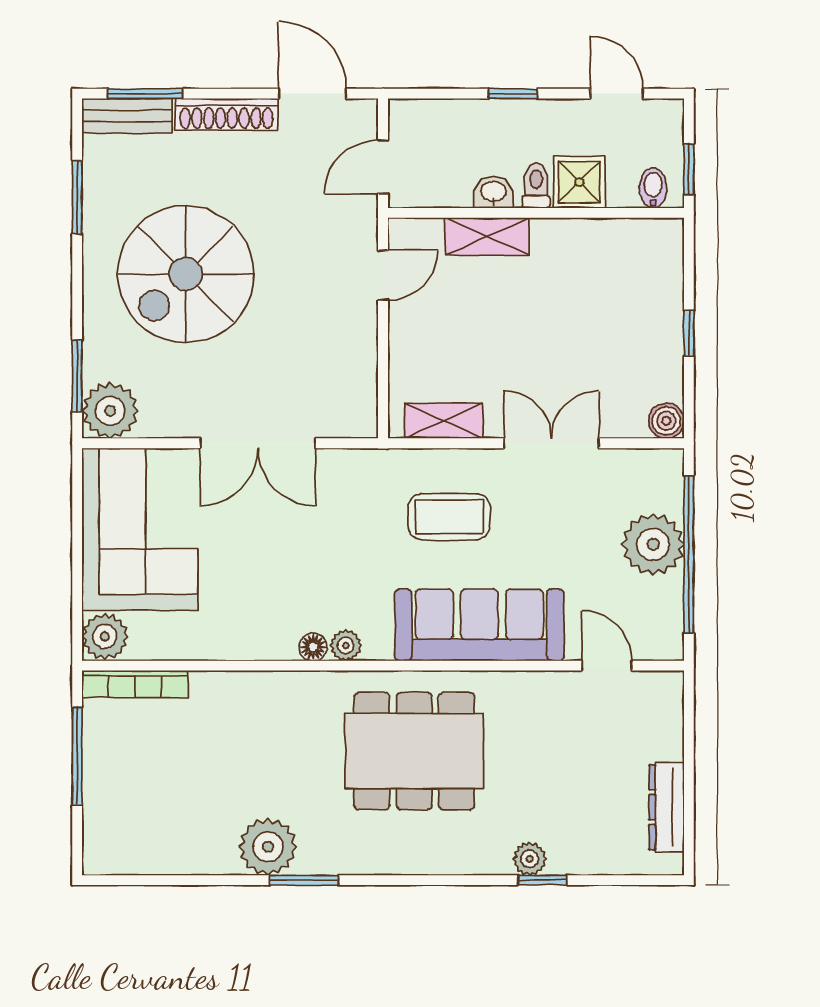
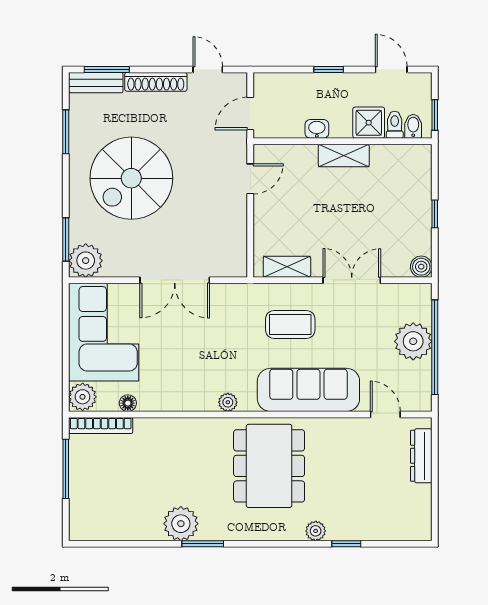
door: (313, 94) -> (208, 69), width x0.73
toilet: (536, 186) -> (395, 125), moved
shelving: (487, 237) -> (344, 156), moved
floor lamp: (313, 647) -> (128, 403), moved
dining table: (414, 751) -> (269, 466), turned 90
dresser: (667, 807) -> (421, 456), moved
plant: (530, 859) -> (316, 531), moved

